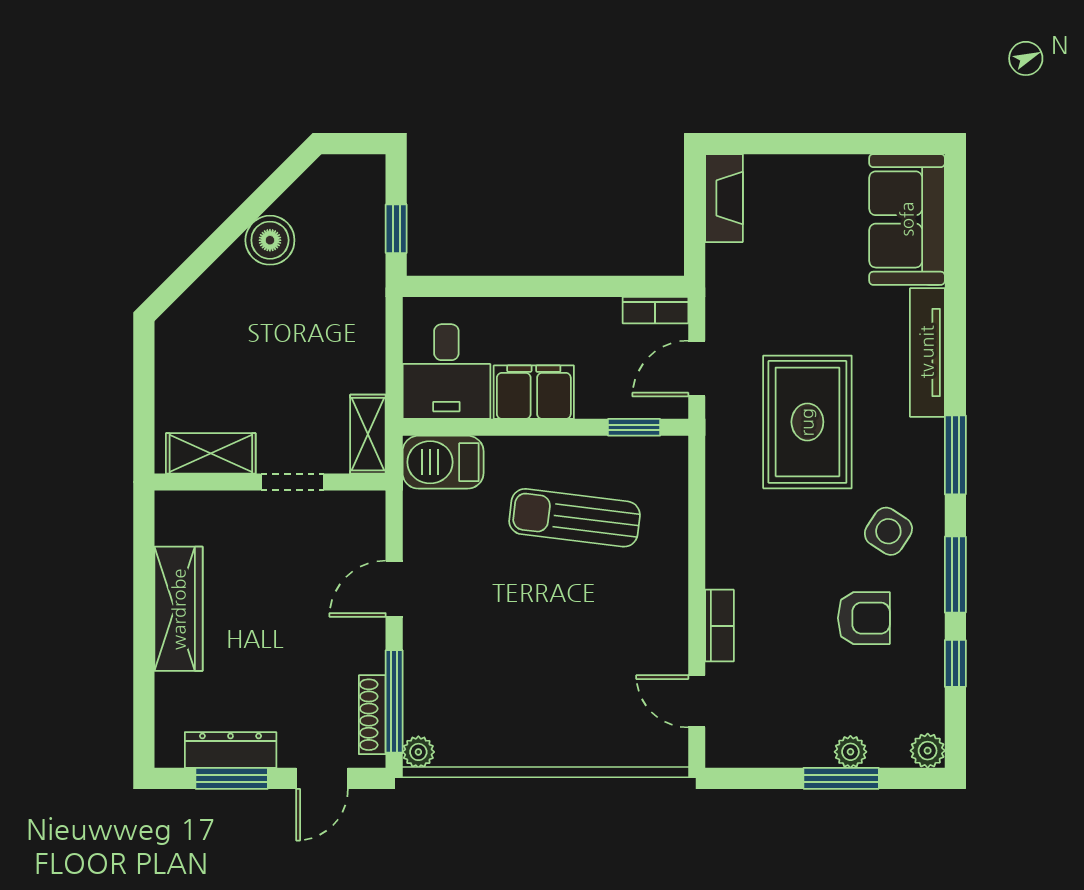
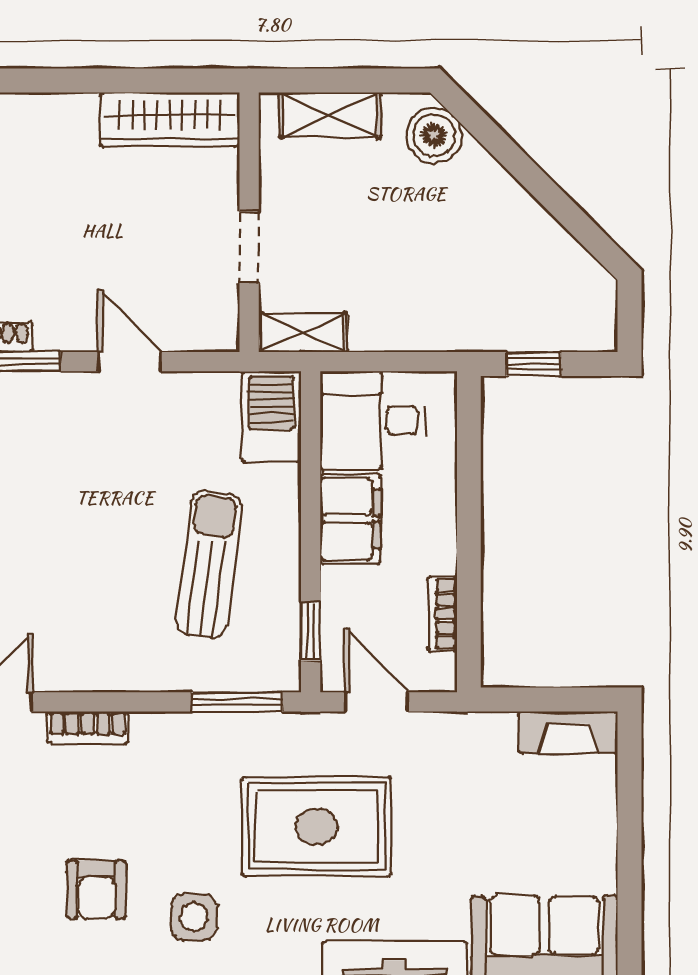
boiler: (270, 240) -> (434, 135), moved
bookcase: (655, 310) -> (442, 614), moved
shelving: (211, 453) -> (330, 115), moved, turned 90
window: (697, 493) -> (237, 702), added
side table: (888, 531) -> (194, 917), turned -33
wardrobe: (179, 609) -> (170, 119), moved

